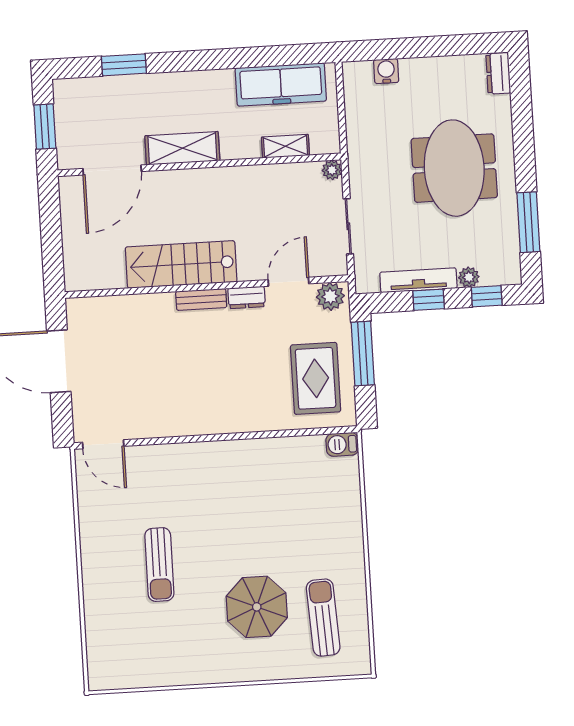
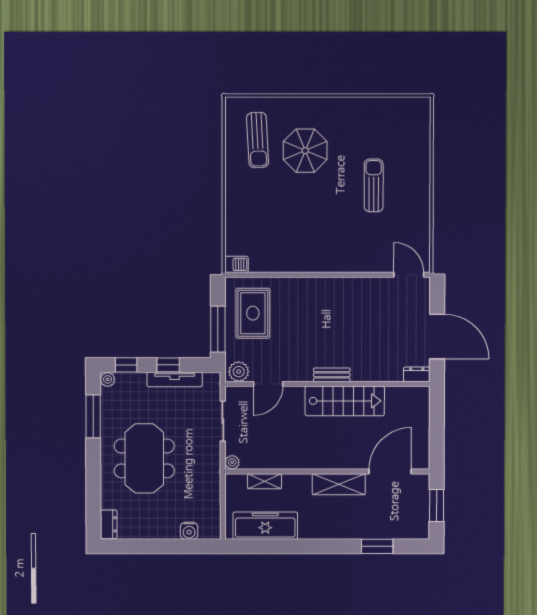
plant: (469, 277) -> (108, 379), moved
dresser: (247, 297) -> (417, 374), moved

